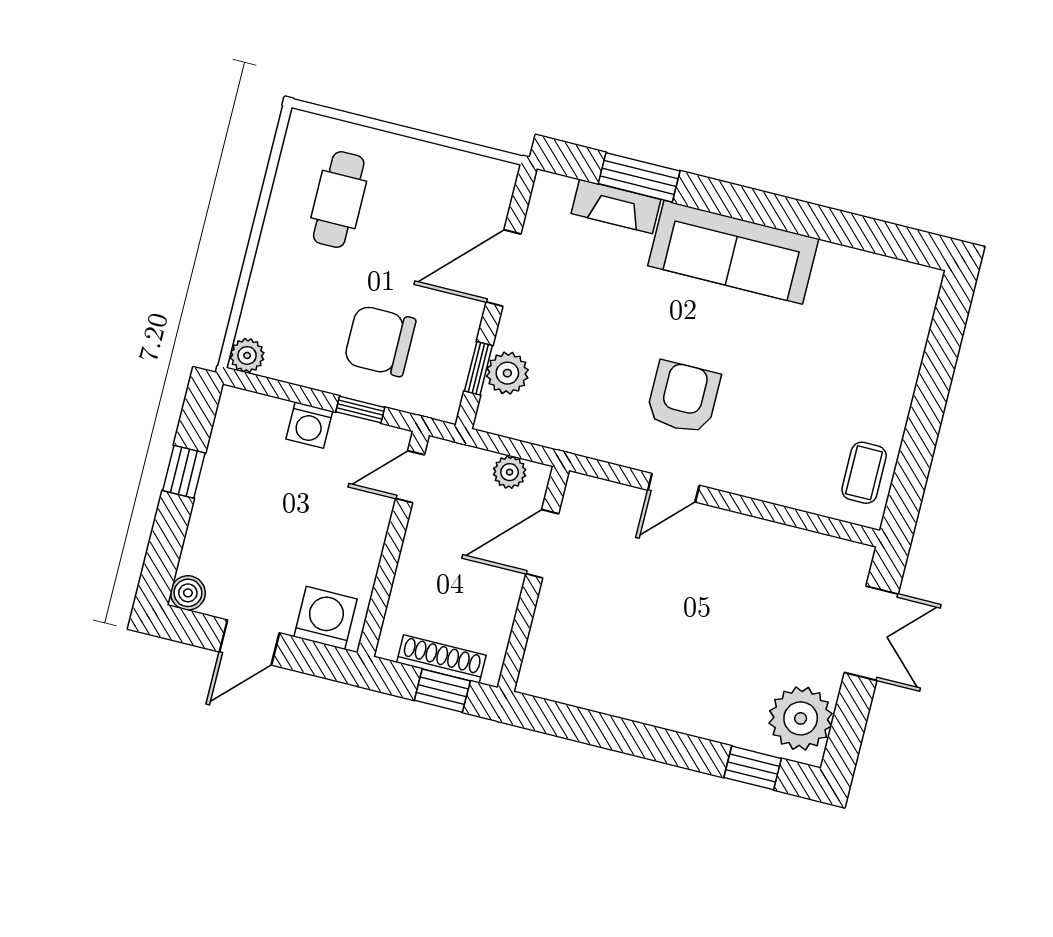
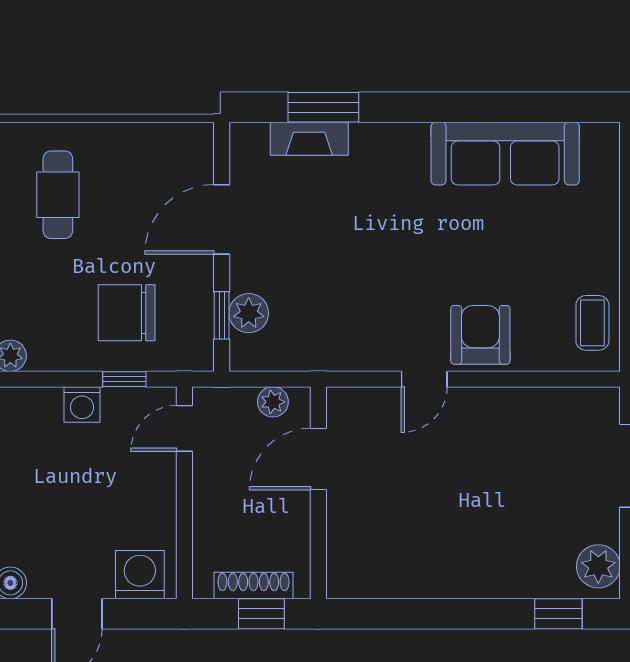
sofa: (733, 252) -> (505, 154), moved
armchair: (683, 397) -> (480, 335), moved
plant: (801, 718) -> (598, 566), width x0.73, depth x0.73

